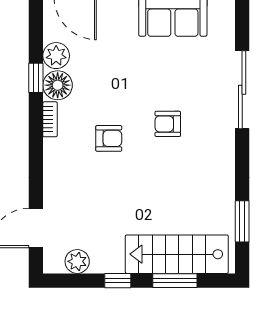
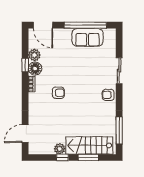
sliding door: (242, 90) -> (119, 71), width x0.73
armchair: (168, 124) -> (108, 95), moved
window: (242, 221) -> (119, 131), width x1.44
plant: (77, 261) -> (60, 149), moved

